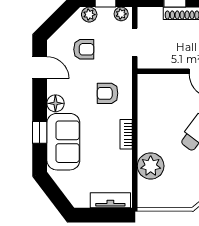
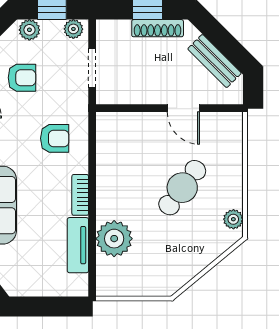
armchair: (108, 93) -> (55, 138), turned 180
tv unit: (110, 200) -> (78, 245), moved, turned -90

